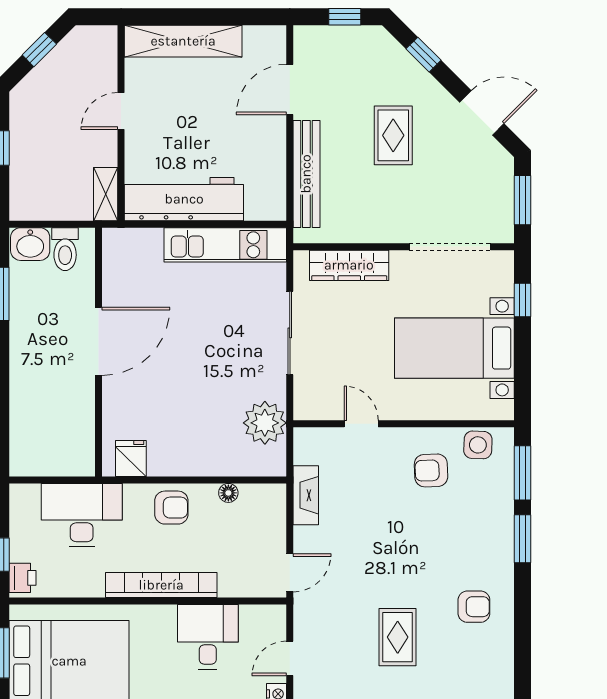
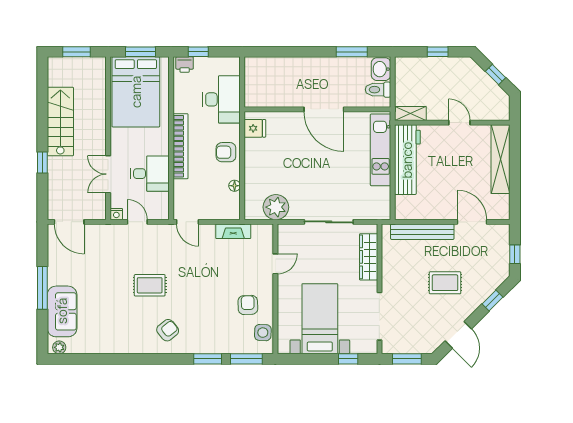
kitchen unit: (225, 245) -> (381, 150), moved
armchair: (171, 508) -> (226, 152), turned 90
armchair: (474, 607) -> (168, 330), turned -129

